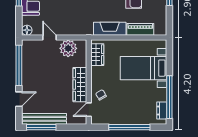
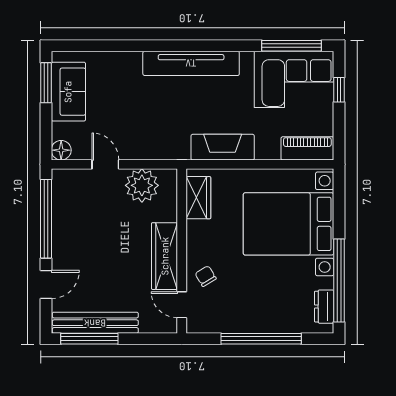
piano: (140, 29) -> (307, 148), moved
bed with nightstands: (144, 68) -> (288, 224), width x1.36
door: (89, 110) -> (182, 305), hinge flipped

